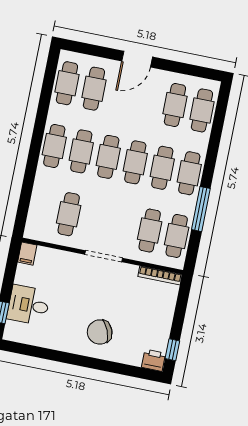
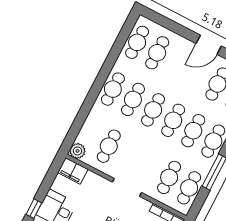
door: (137, 59) -> (209, 45), moved
plant: (34, 230) -> (77, 151), added
filing cabinet: (27, 254) -> (73, 171), width x2.00

